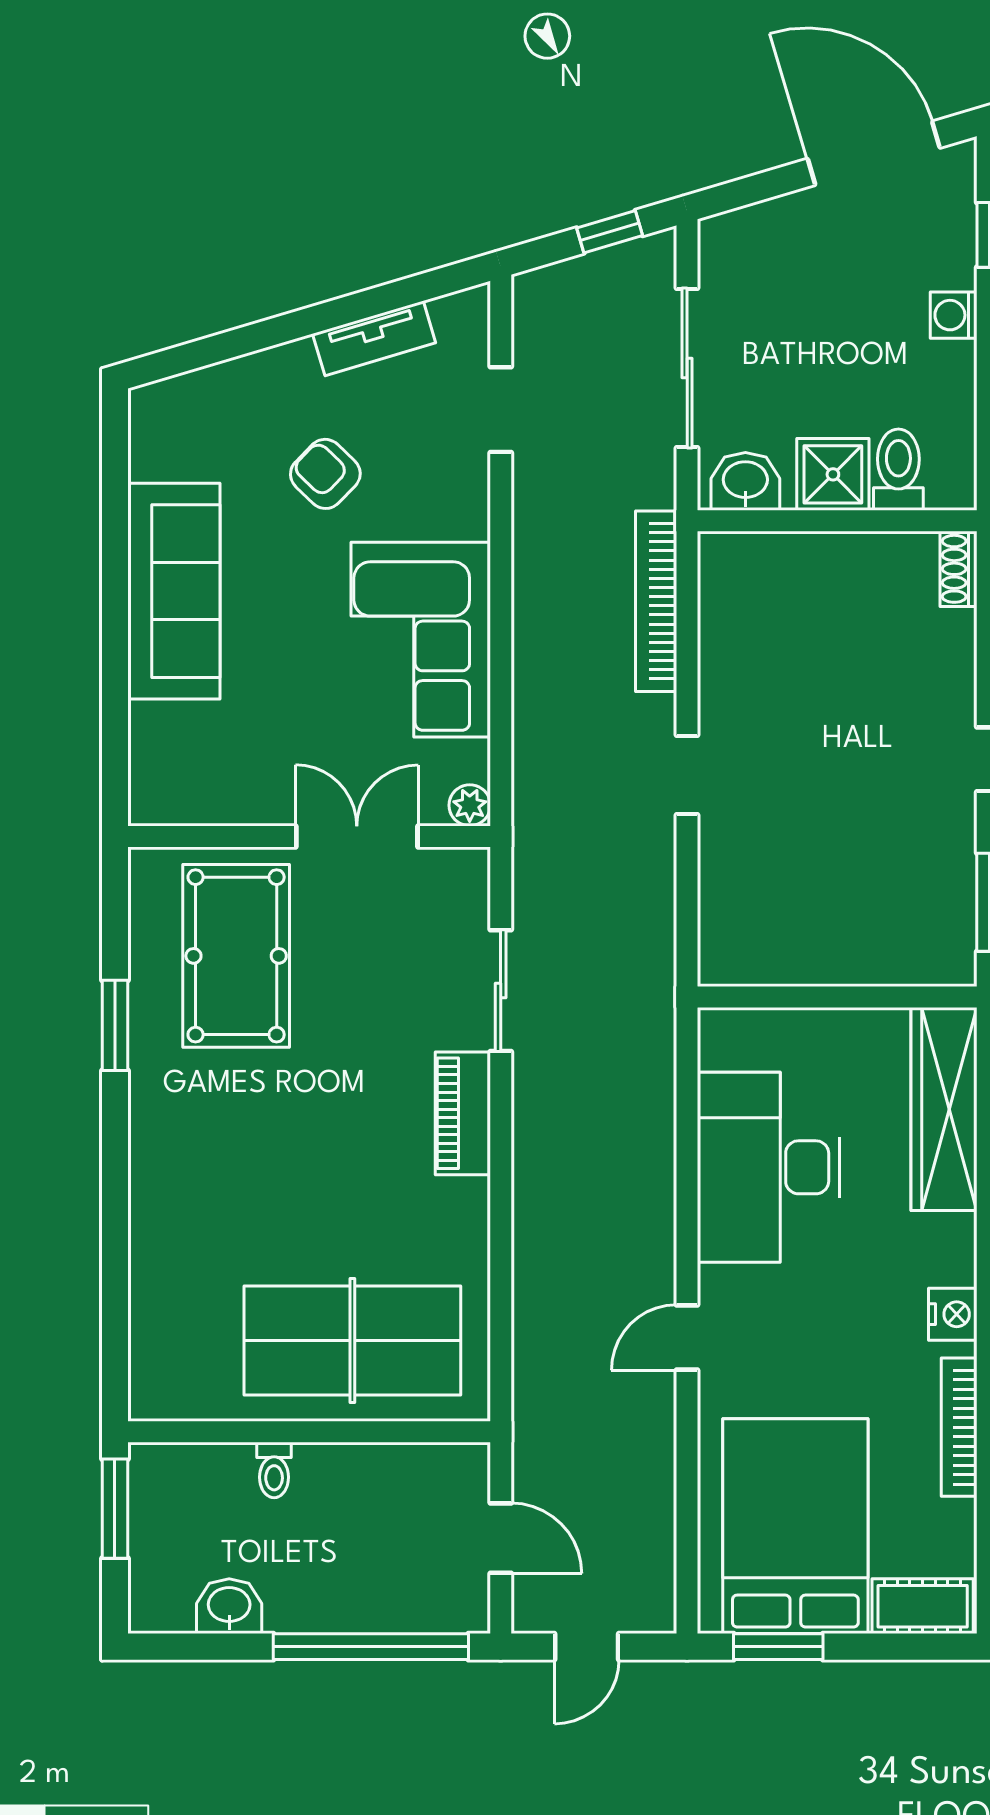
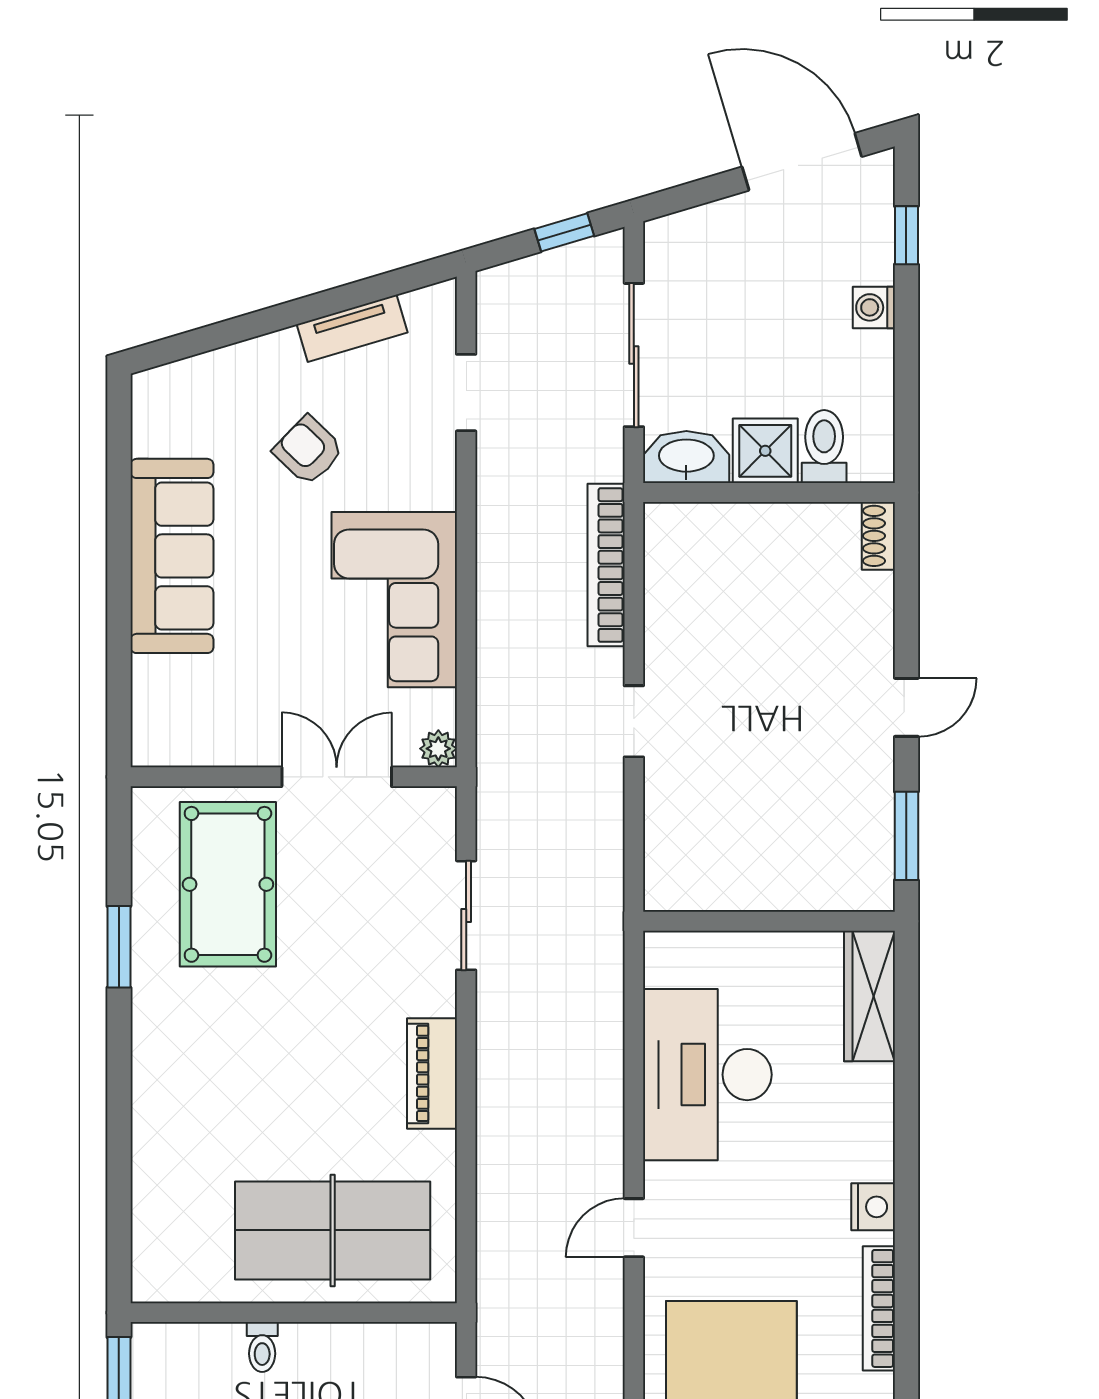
washbasin: (745, 481) -> (686, 457), width x1.38
wardrobe: (944, 1109) -> (870, 996), width x0.71, depth x0.85
piano: (463, 1113) -> (432, 1073), moved

